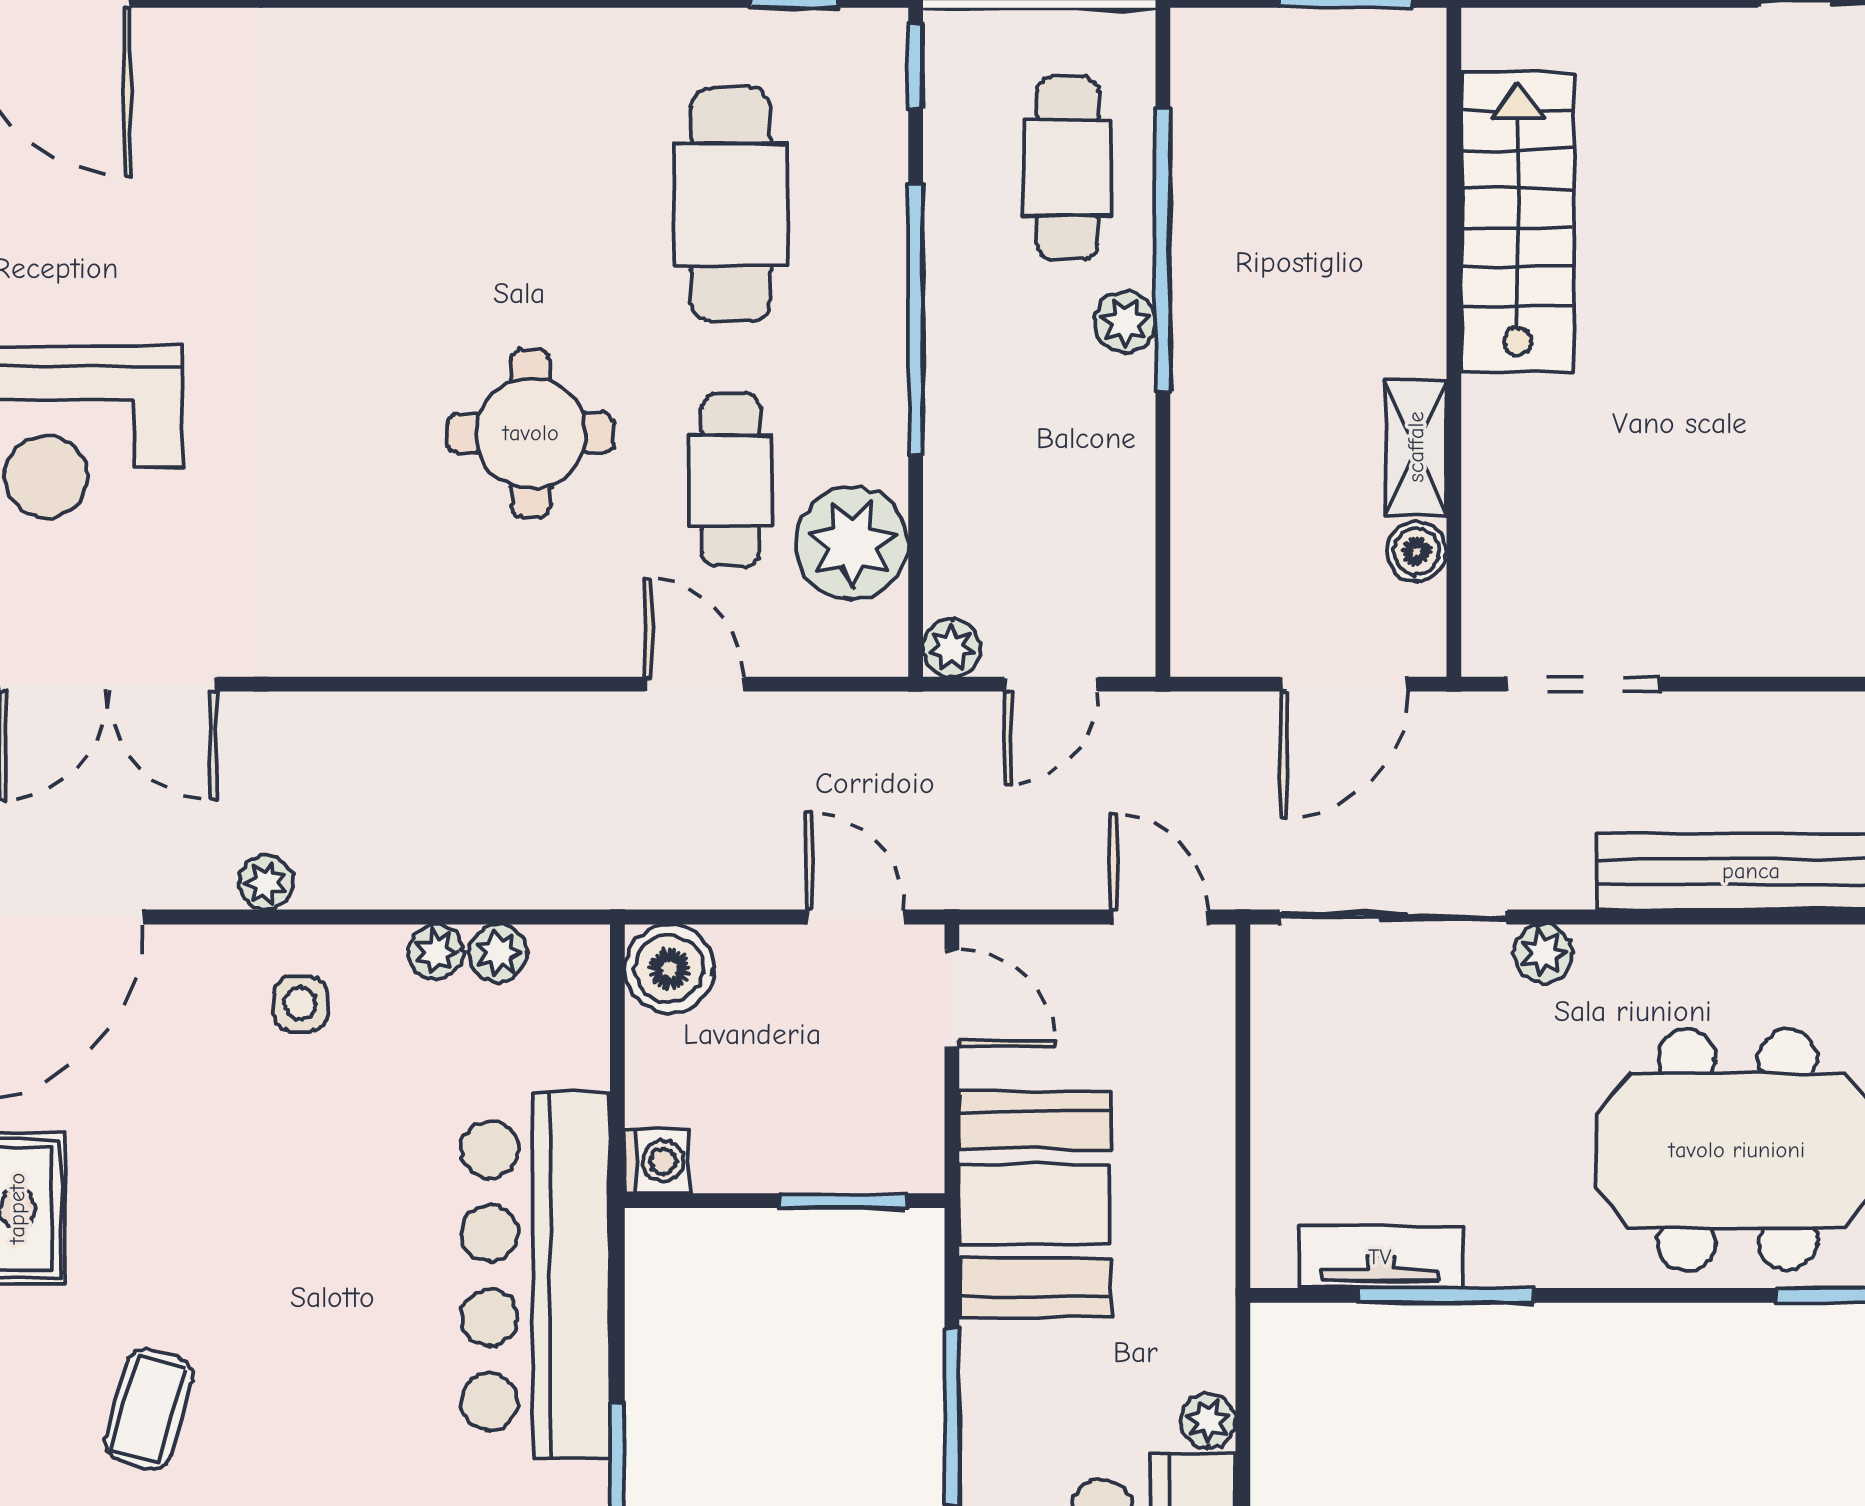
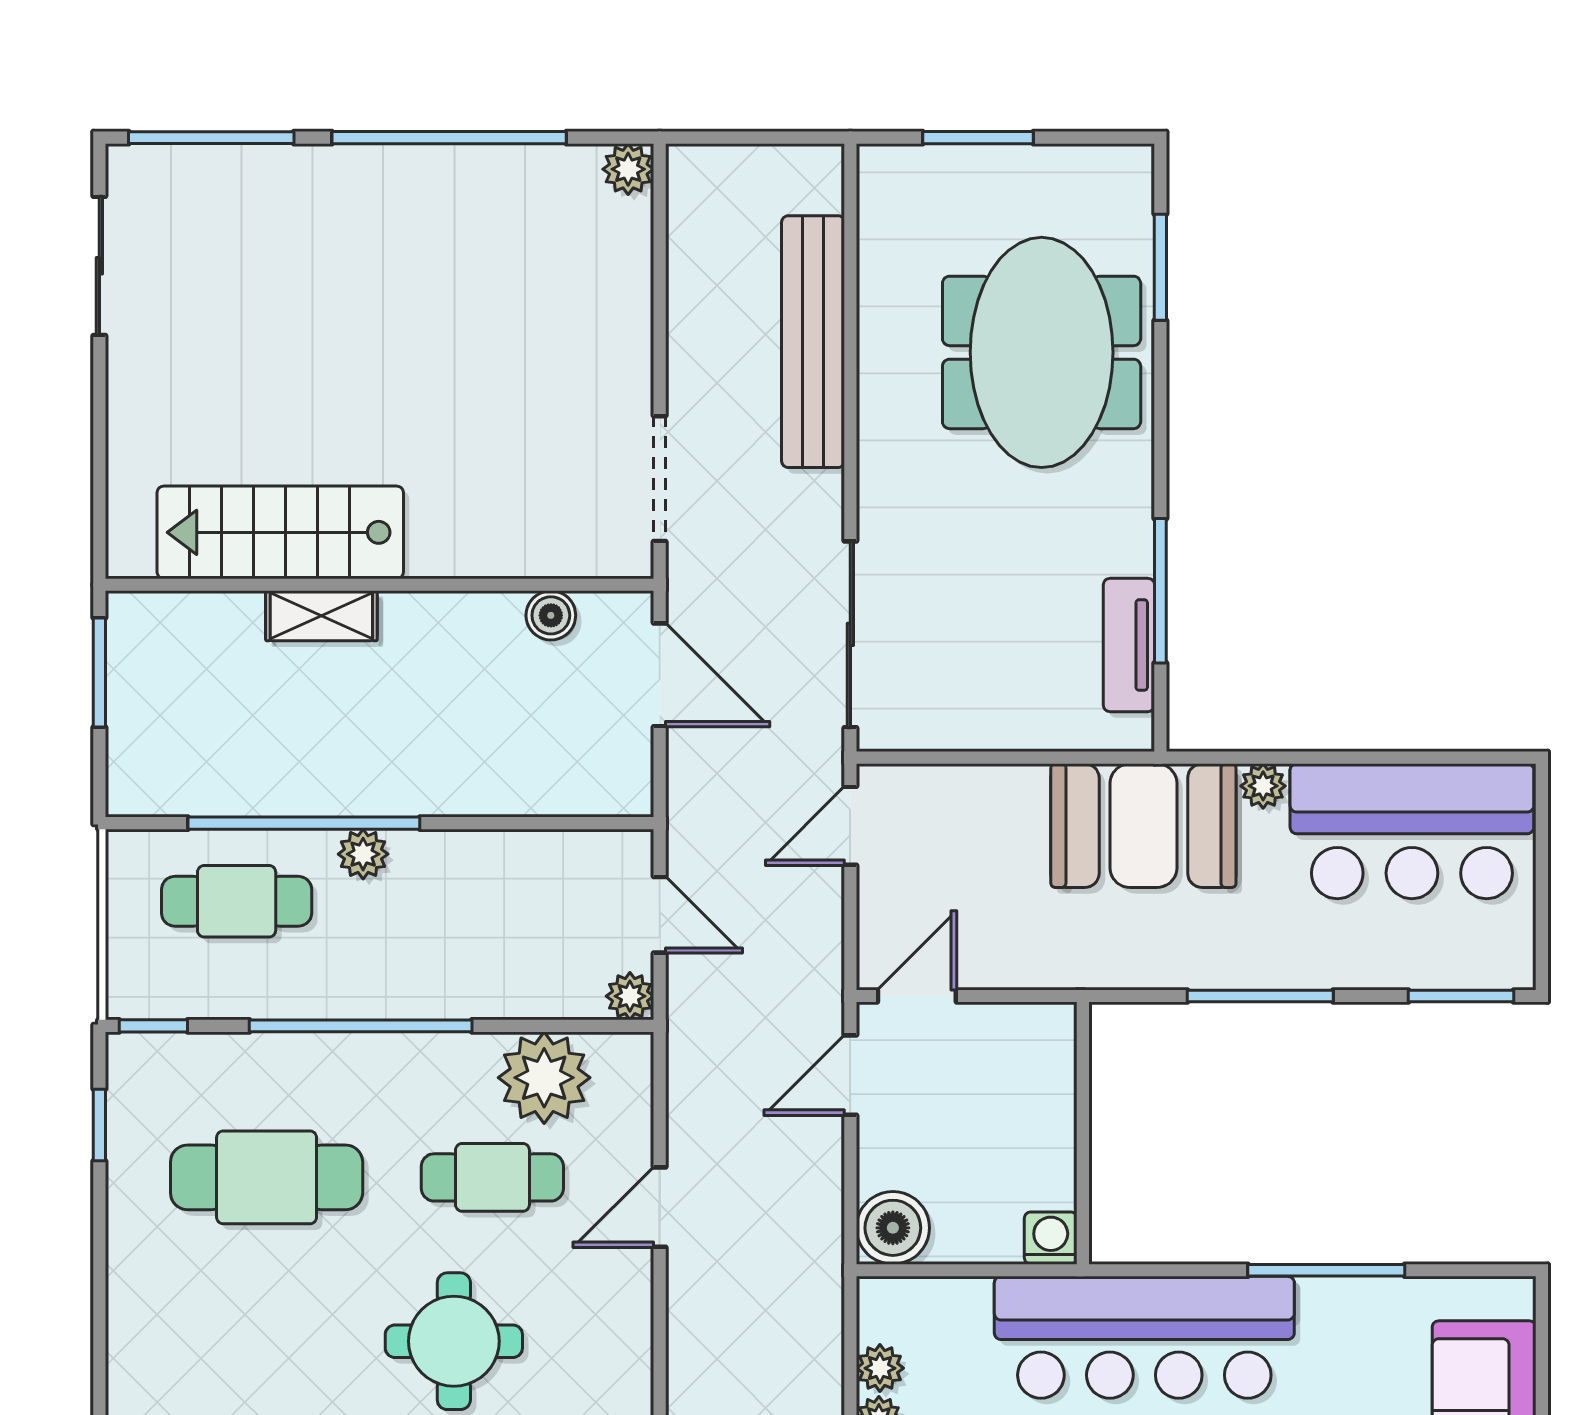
shelving: (1416, 447) -> (321, 616), moved
plant: (1543, 953) -> (880, 512), removed
window: (843, 1201) -> (1083, 1086), removed
booth: (1035, 1204) -> (1143, 826), moved

